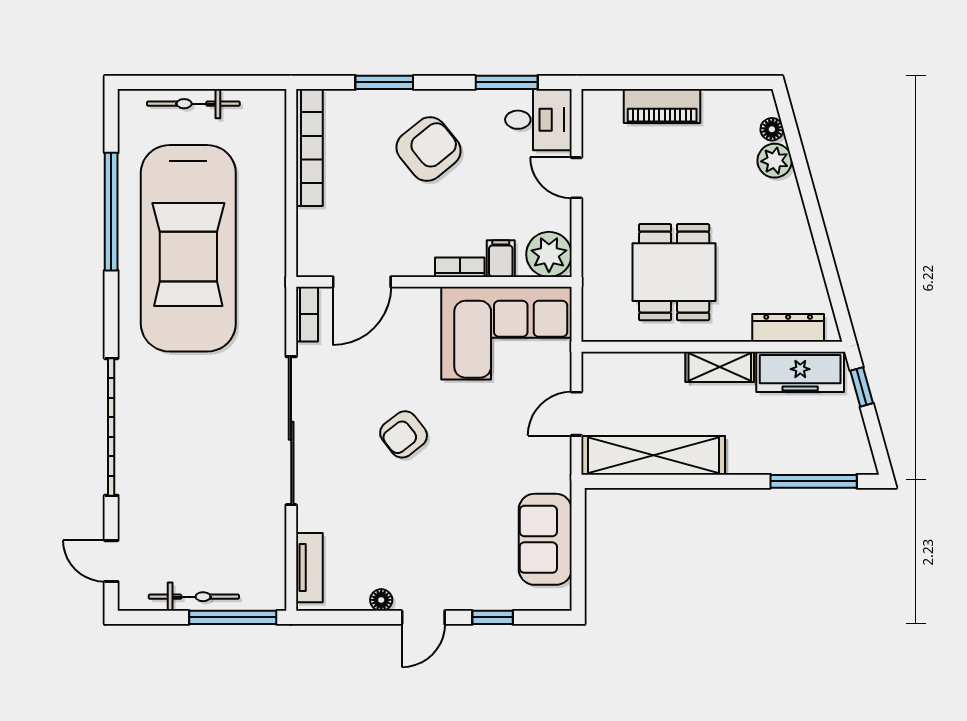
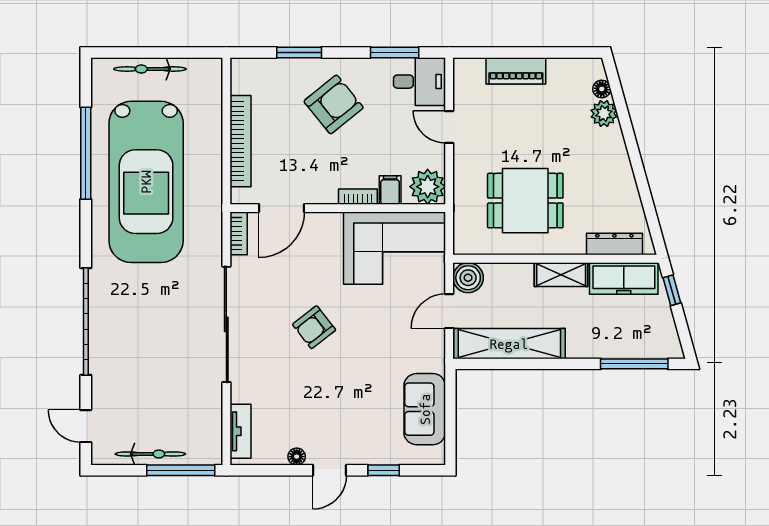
bookcase: (309, 148) -> (241, 141), moved
dining table: (674, 272) -> (525, 201), turned 90
boiler: (601, 371) -> (468, 278), added

